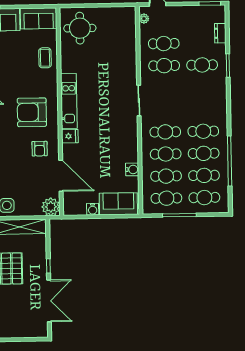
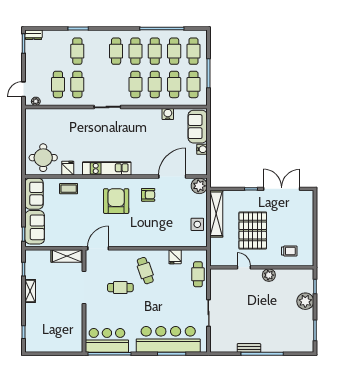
dresser: (220, 33) -> (33, 35), moved
cafe table: (203, 109) -> (116, 51), added
armchair: (32, 112) -> (116, 201), turned 180
fridge: (70, 136) -> (68, 168), moved

